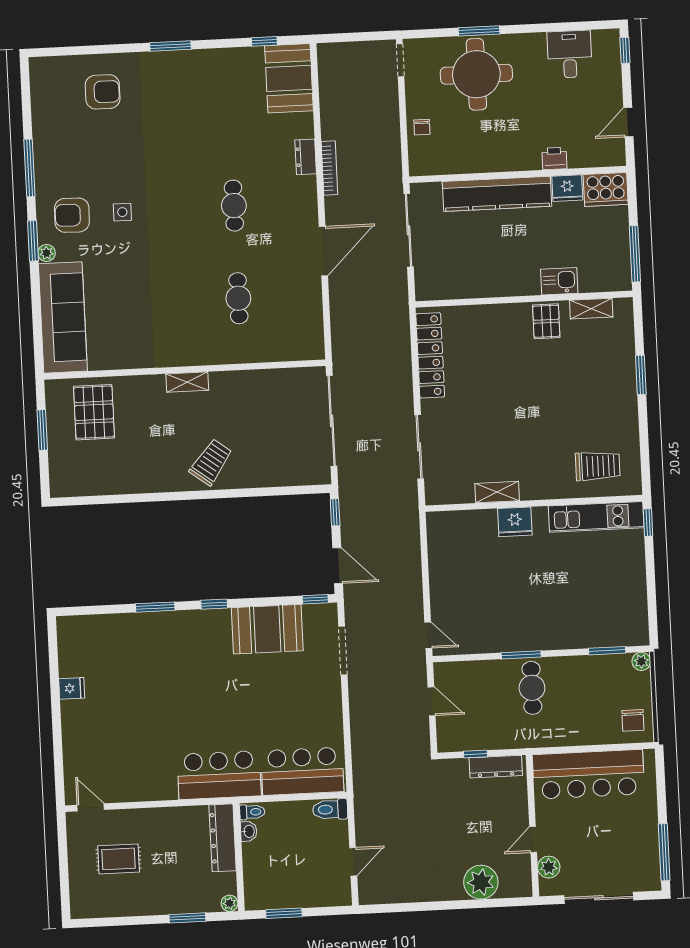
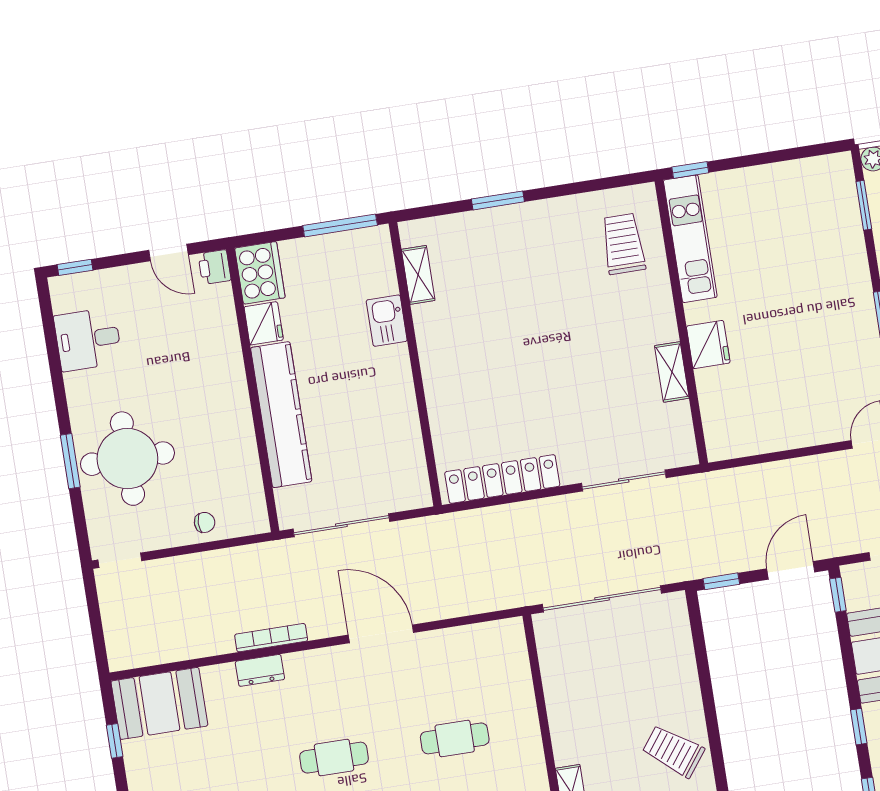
printer: (554, 158) -> (214, 267), moved
pallet: (546, 321) -> (441, 332), removed

